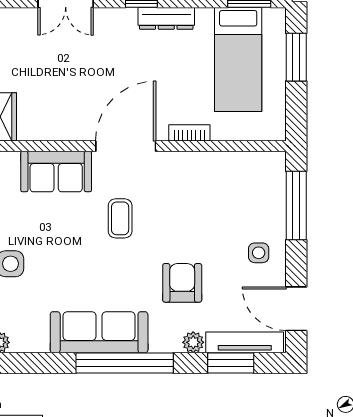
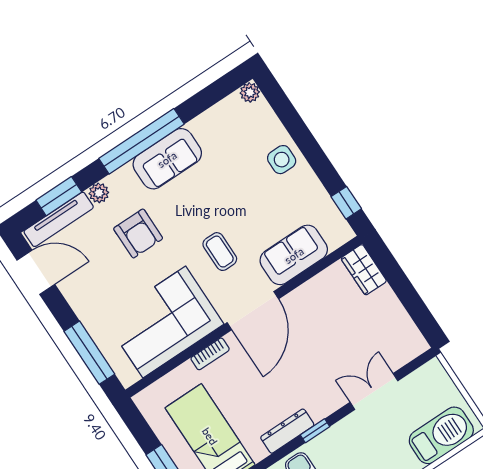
corner sofa: (211, 188) -> (164, 322), added
side table: (259, 253) -> (94, 296), removed
sofa: (99, 332) -> (167, 159), width x0.73

